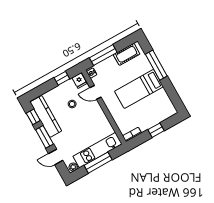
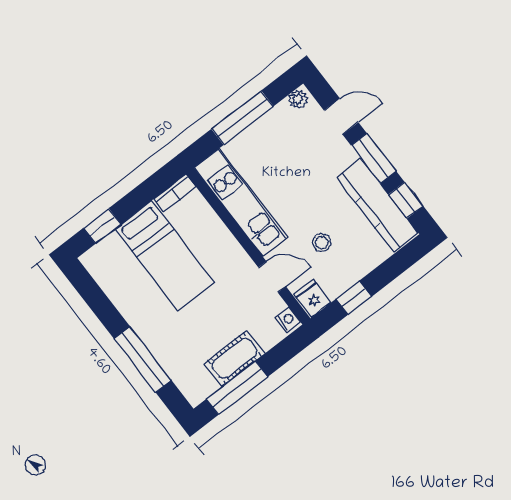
cot: (127, 54) -> (234, 358), moved
window: (103, 55) -> (237, 388), moved
bed: (139, 89) -> (165, 256), moved, turned 90
window: (156, 130) -> (102, 226), moved
kitchen unit: (97, 150) -> (241, 203), moved, turned -90

